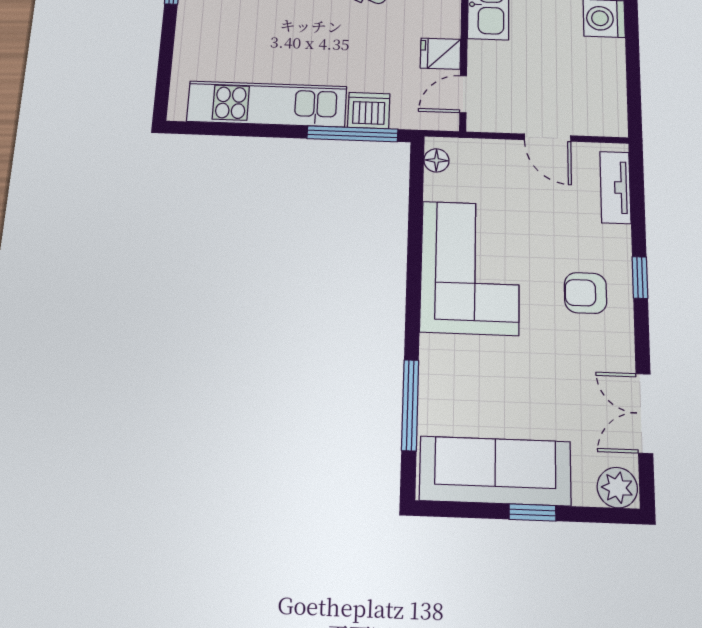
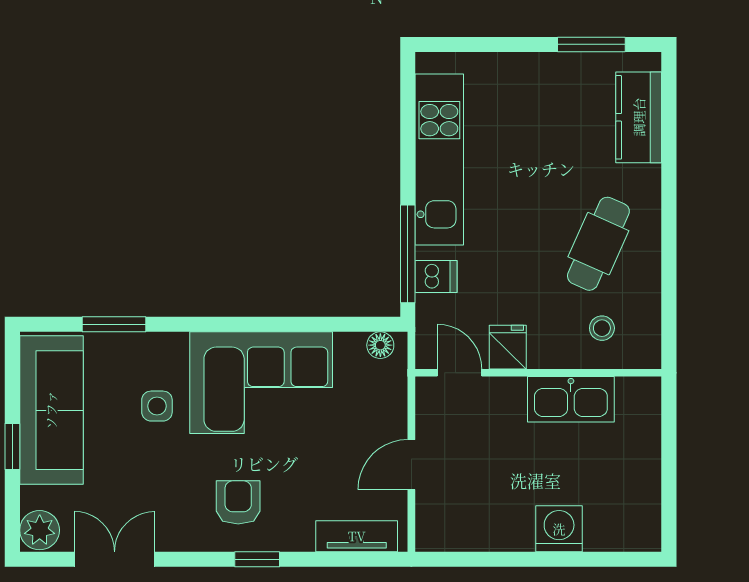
dishwasher: (369, 110) -> (436, 277), width x0.73
side table: (492, 366) -> (157, 406), added
window: (410, 405) -> (114, 324), width x0.69

